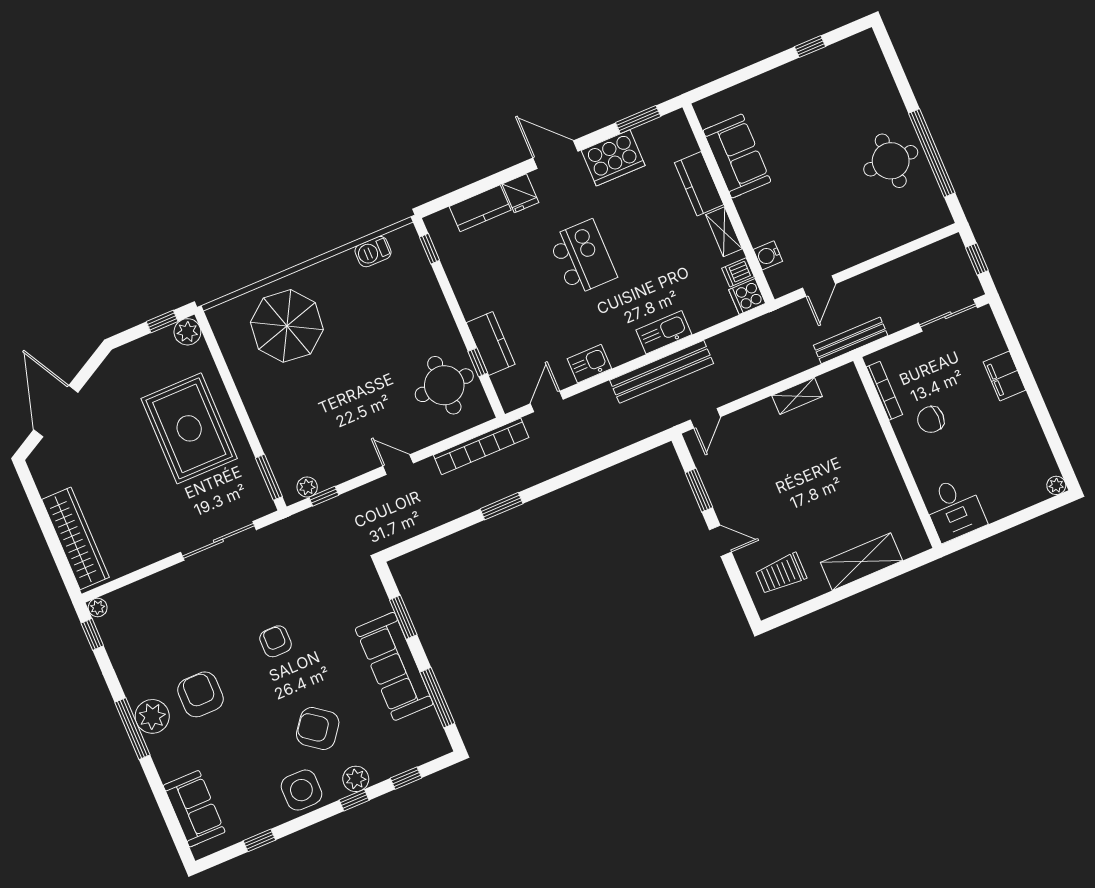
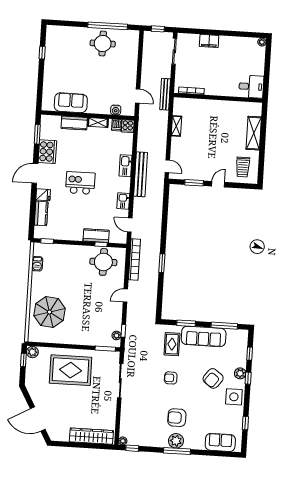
chair: (931, 420) -> (212, 78), removed
rug: (346, 609) -> (172, 344), added

